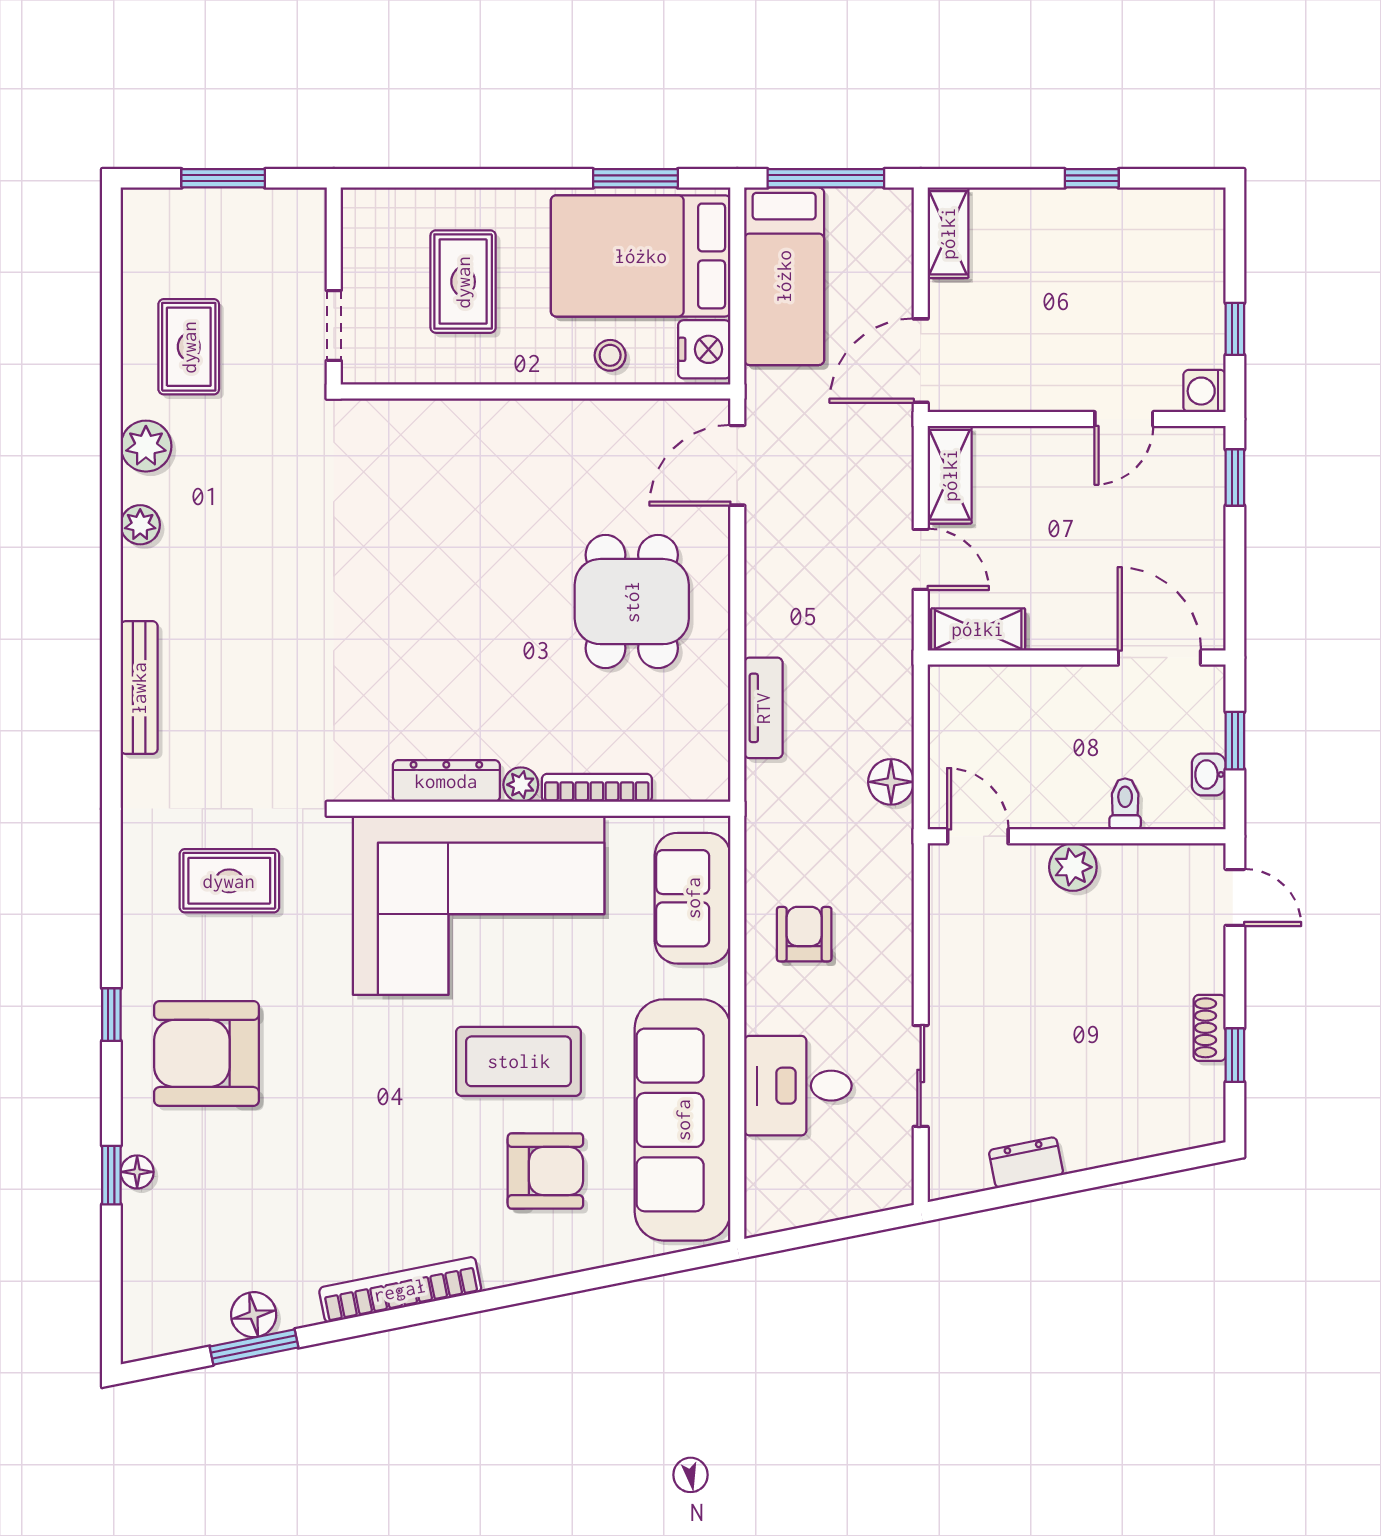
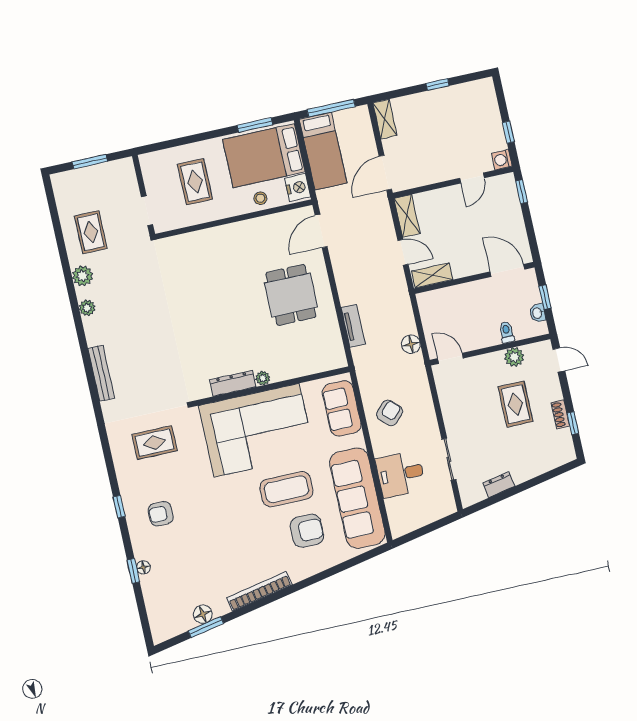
bookcase: (597, 788) -> (294, 373), removed
plant: (1073, 867) -> (514, 357), moved
armchair: (804, 934) -> (390, 413), turned 44
rug: (1108, 980) -> (515, 404), added
armchair: (207, 1053) -> (161, 514), width x0.53, depth x0.53

